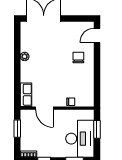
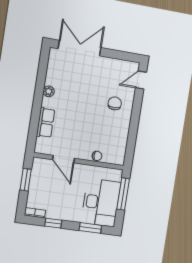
row of seats: (26, 95) -> (46, 123), moved
window: (97, 129) -> (123, 194), width x1.44

